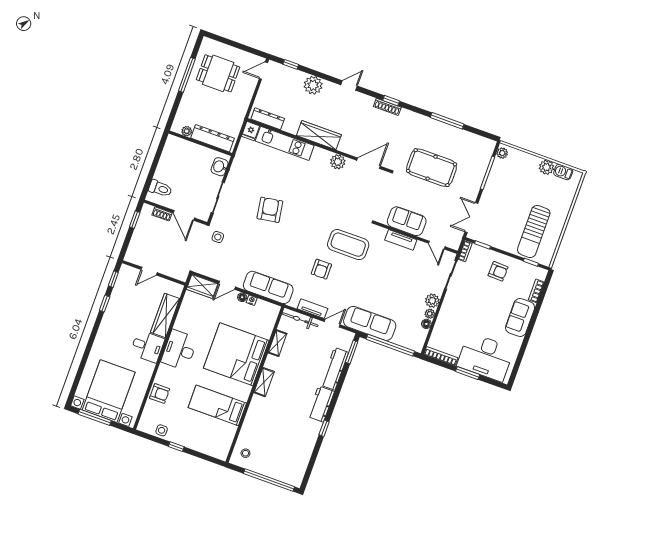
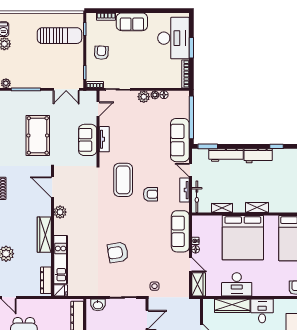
desk: (179, 350) -> (237, 284), moved

